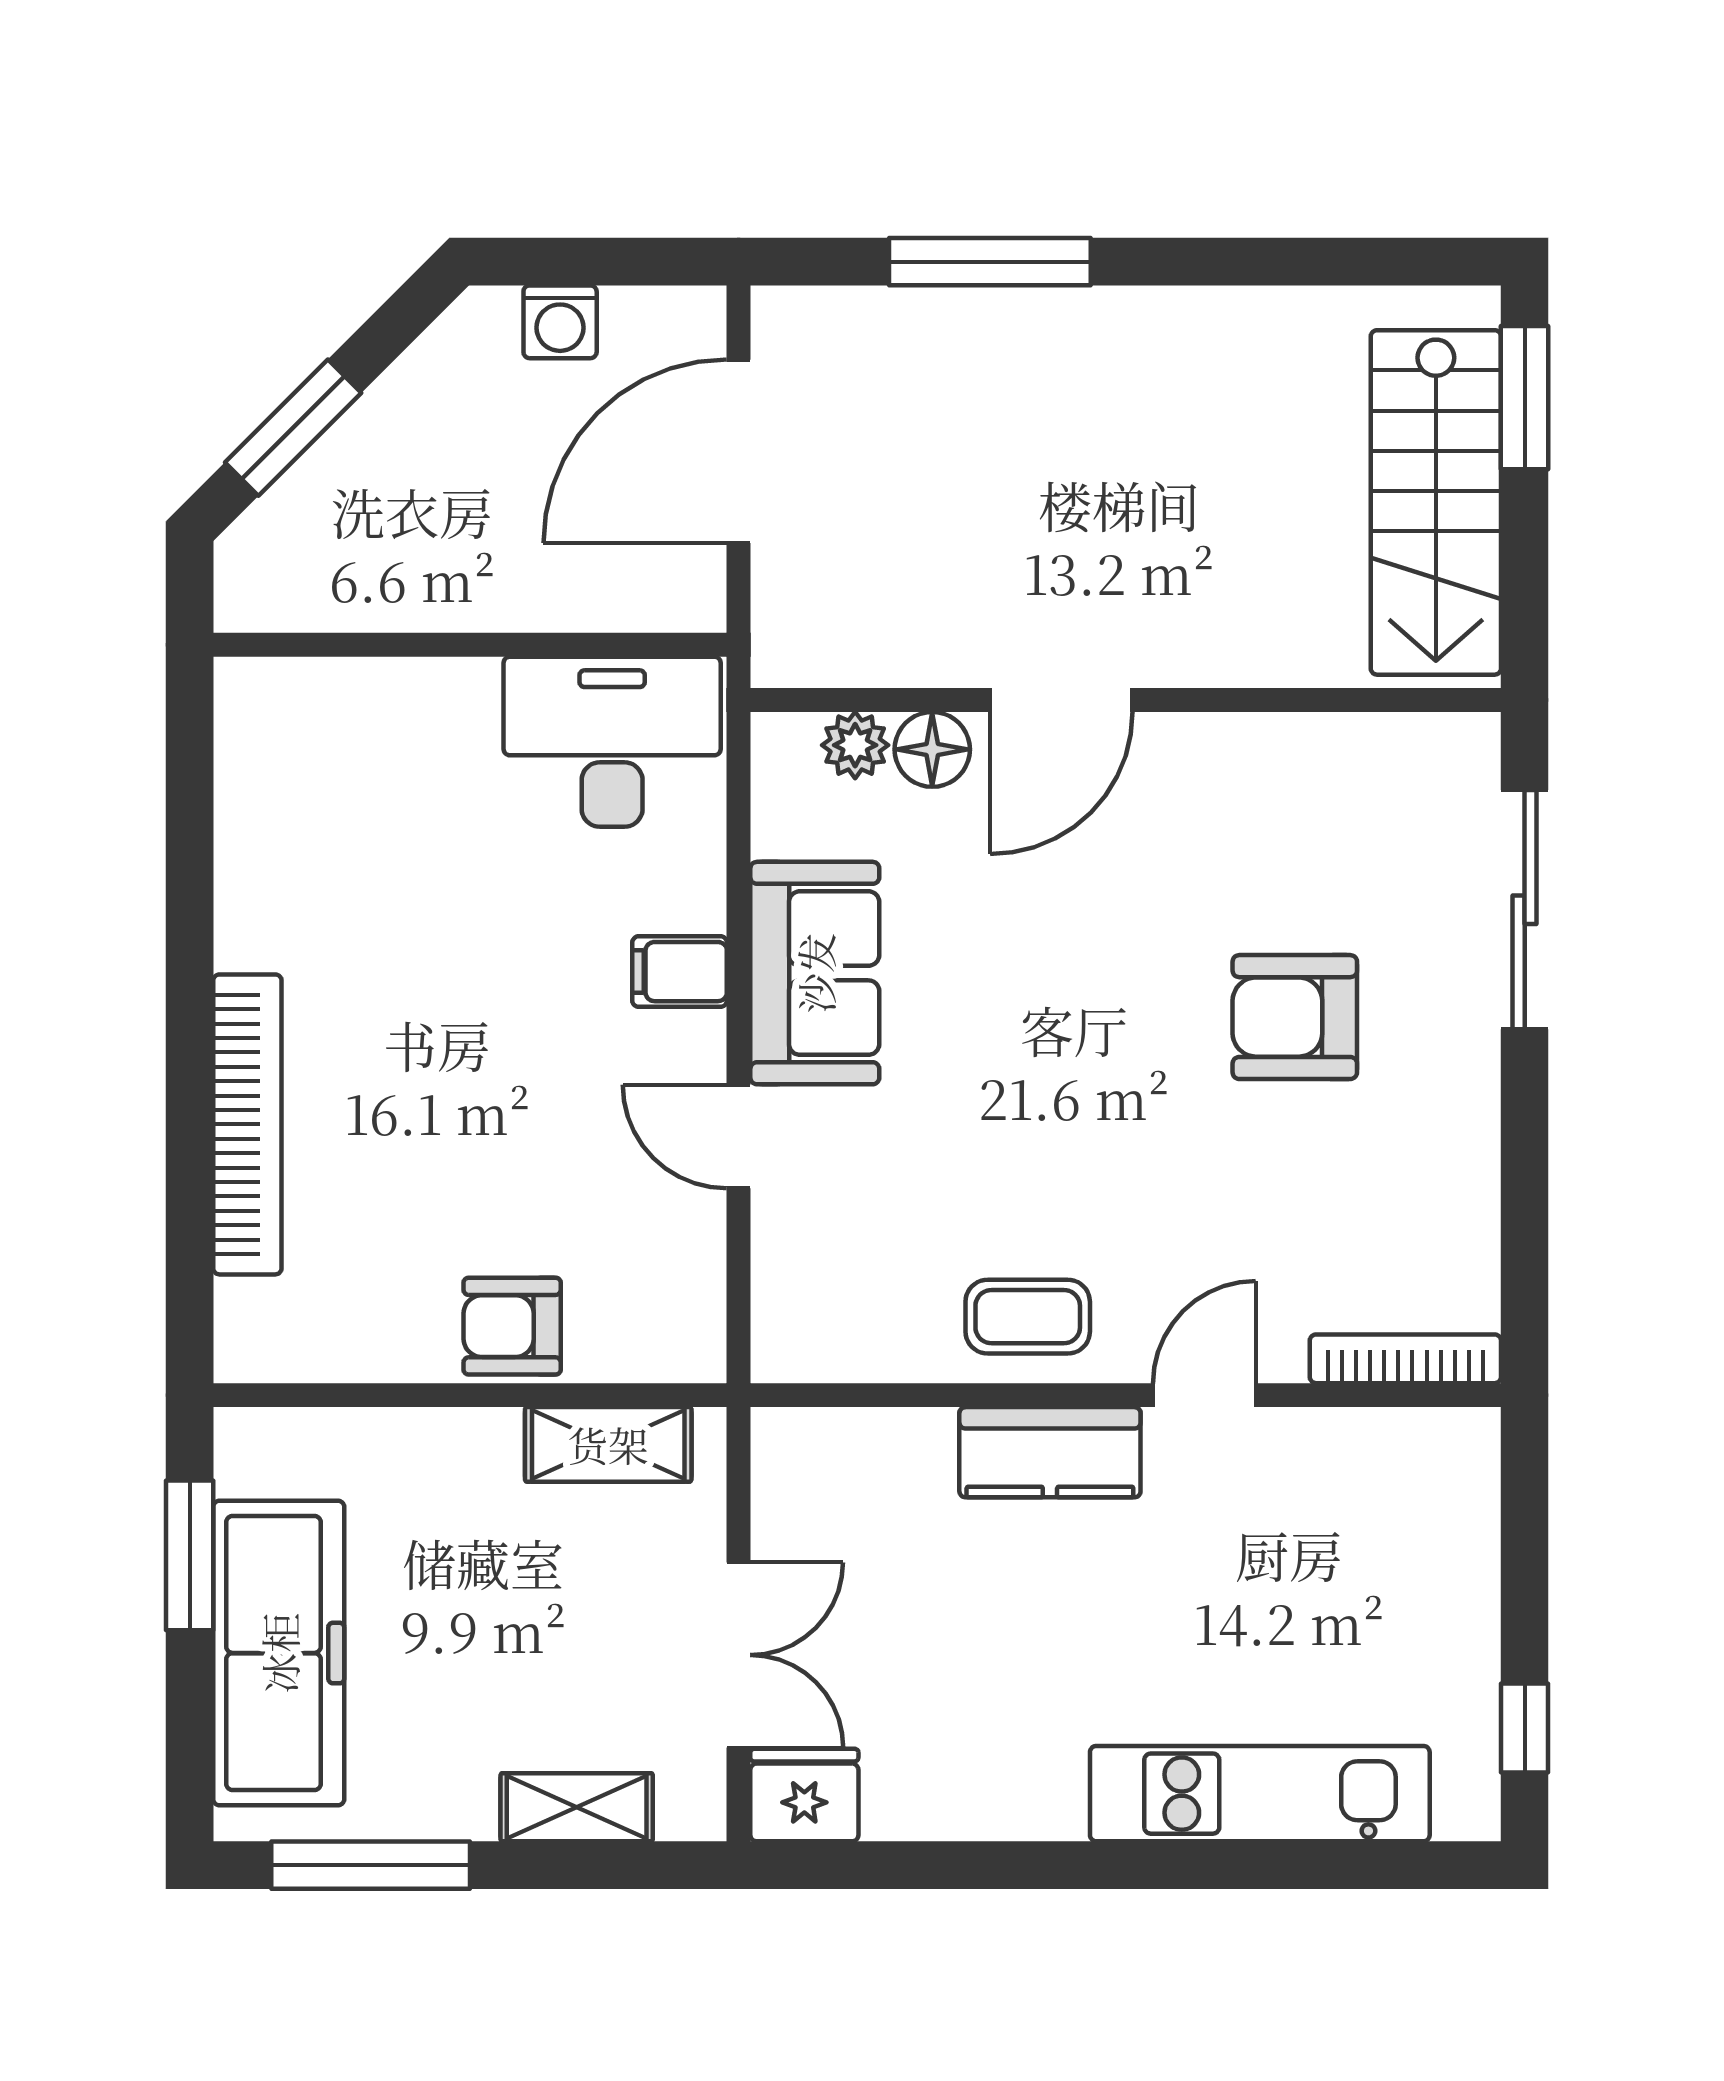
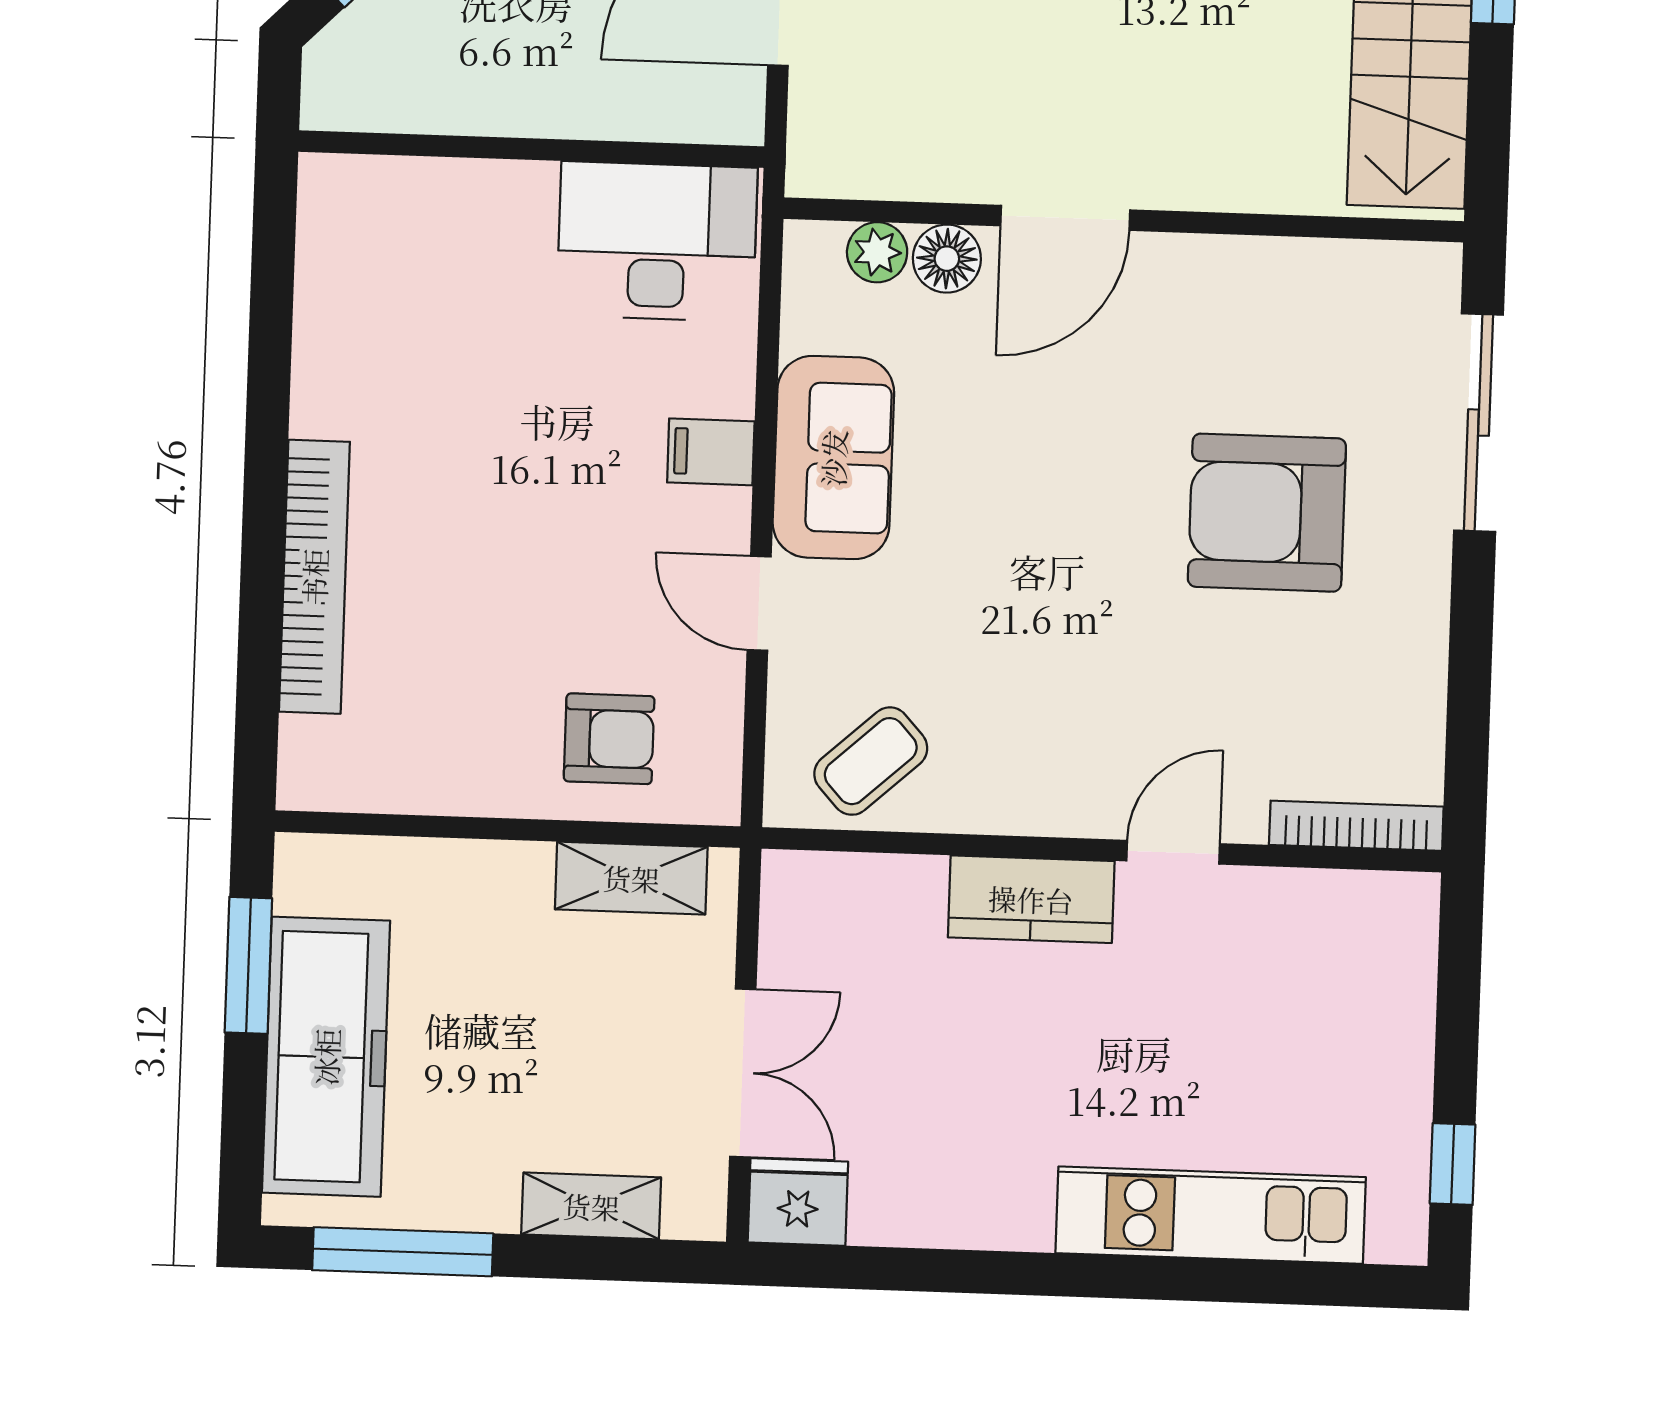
armchair: (1295, 1017) -> (1267, 513), width x1.36, depth x1.36
coffee table: (1028, 1317) -> (871, 761), moved, turned -42
armchair: (512, 1326) -> (609, 739), moved, turned 180

